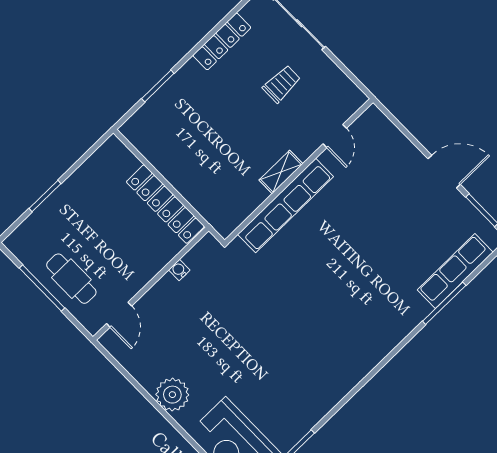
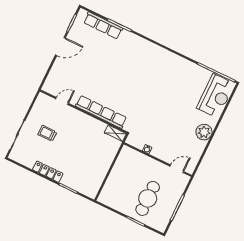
locker: (222, 41) -> (48, 172), moved
shelving: (281, 172) -> (115, 133), moved
door: (444, 172) -> (60, 46), swing flipped
locker: (165, 204) -> (120, 166), removed
cafe table: (71, 279) -> (148, 198), moved, width x1.37, depth x1.35

